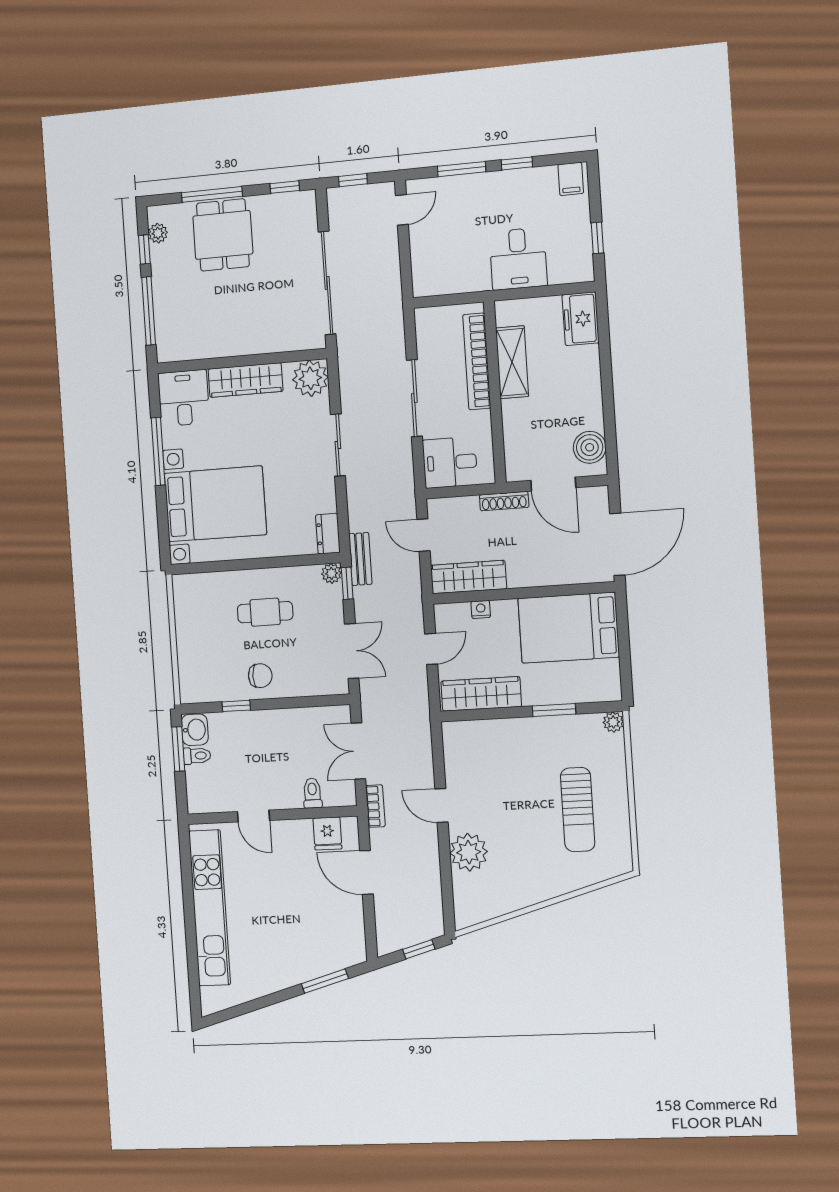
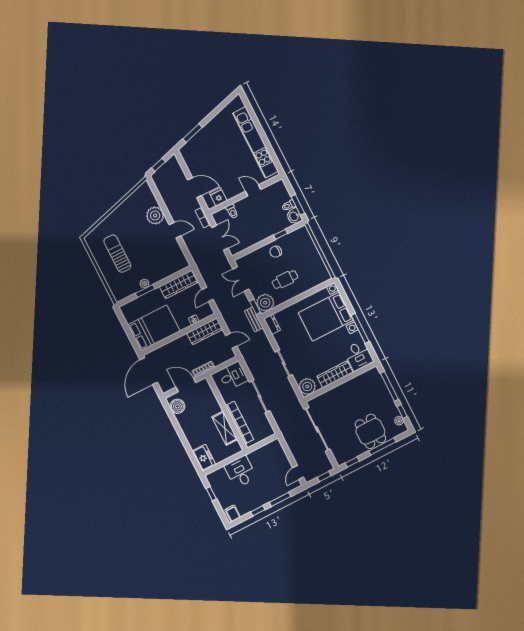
plant: (331, 573) -> (265, 303), width x1.88, depth x1.88
plant: (613, 722) -> (145, 283), moved

